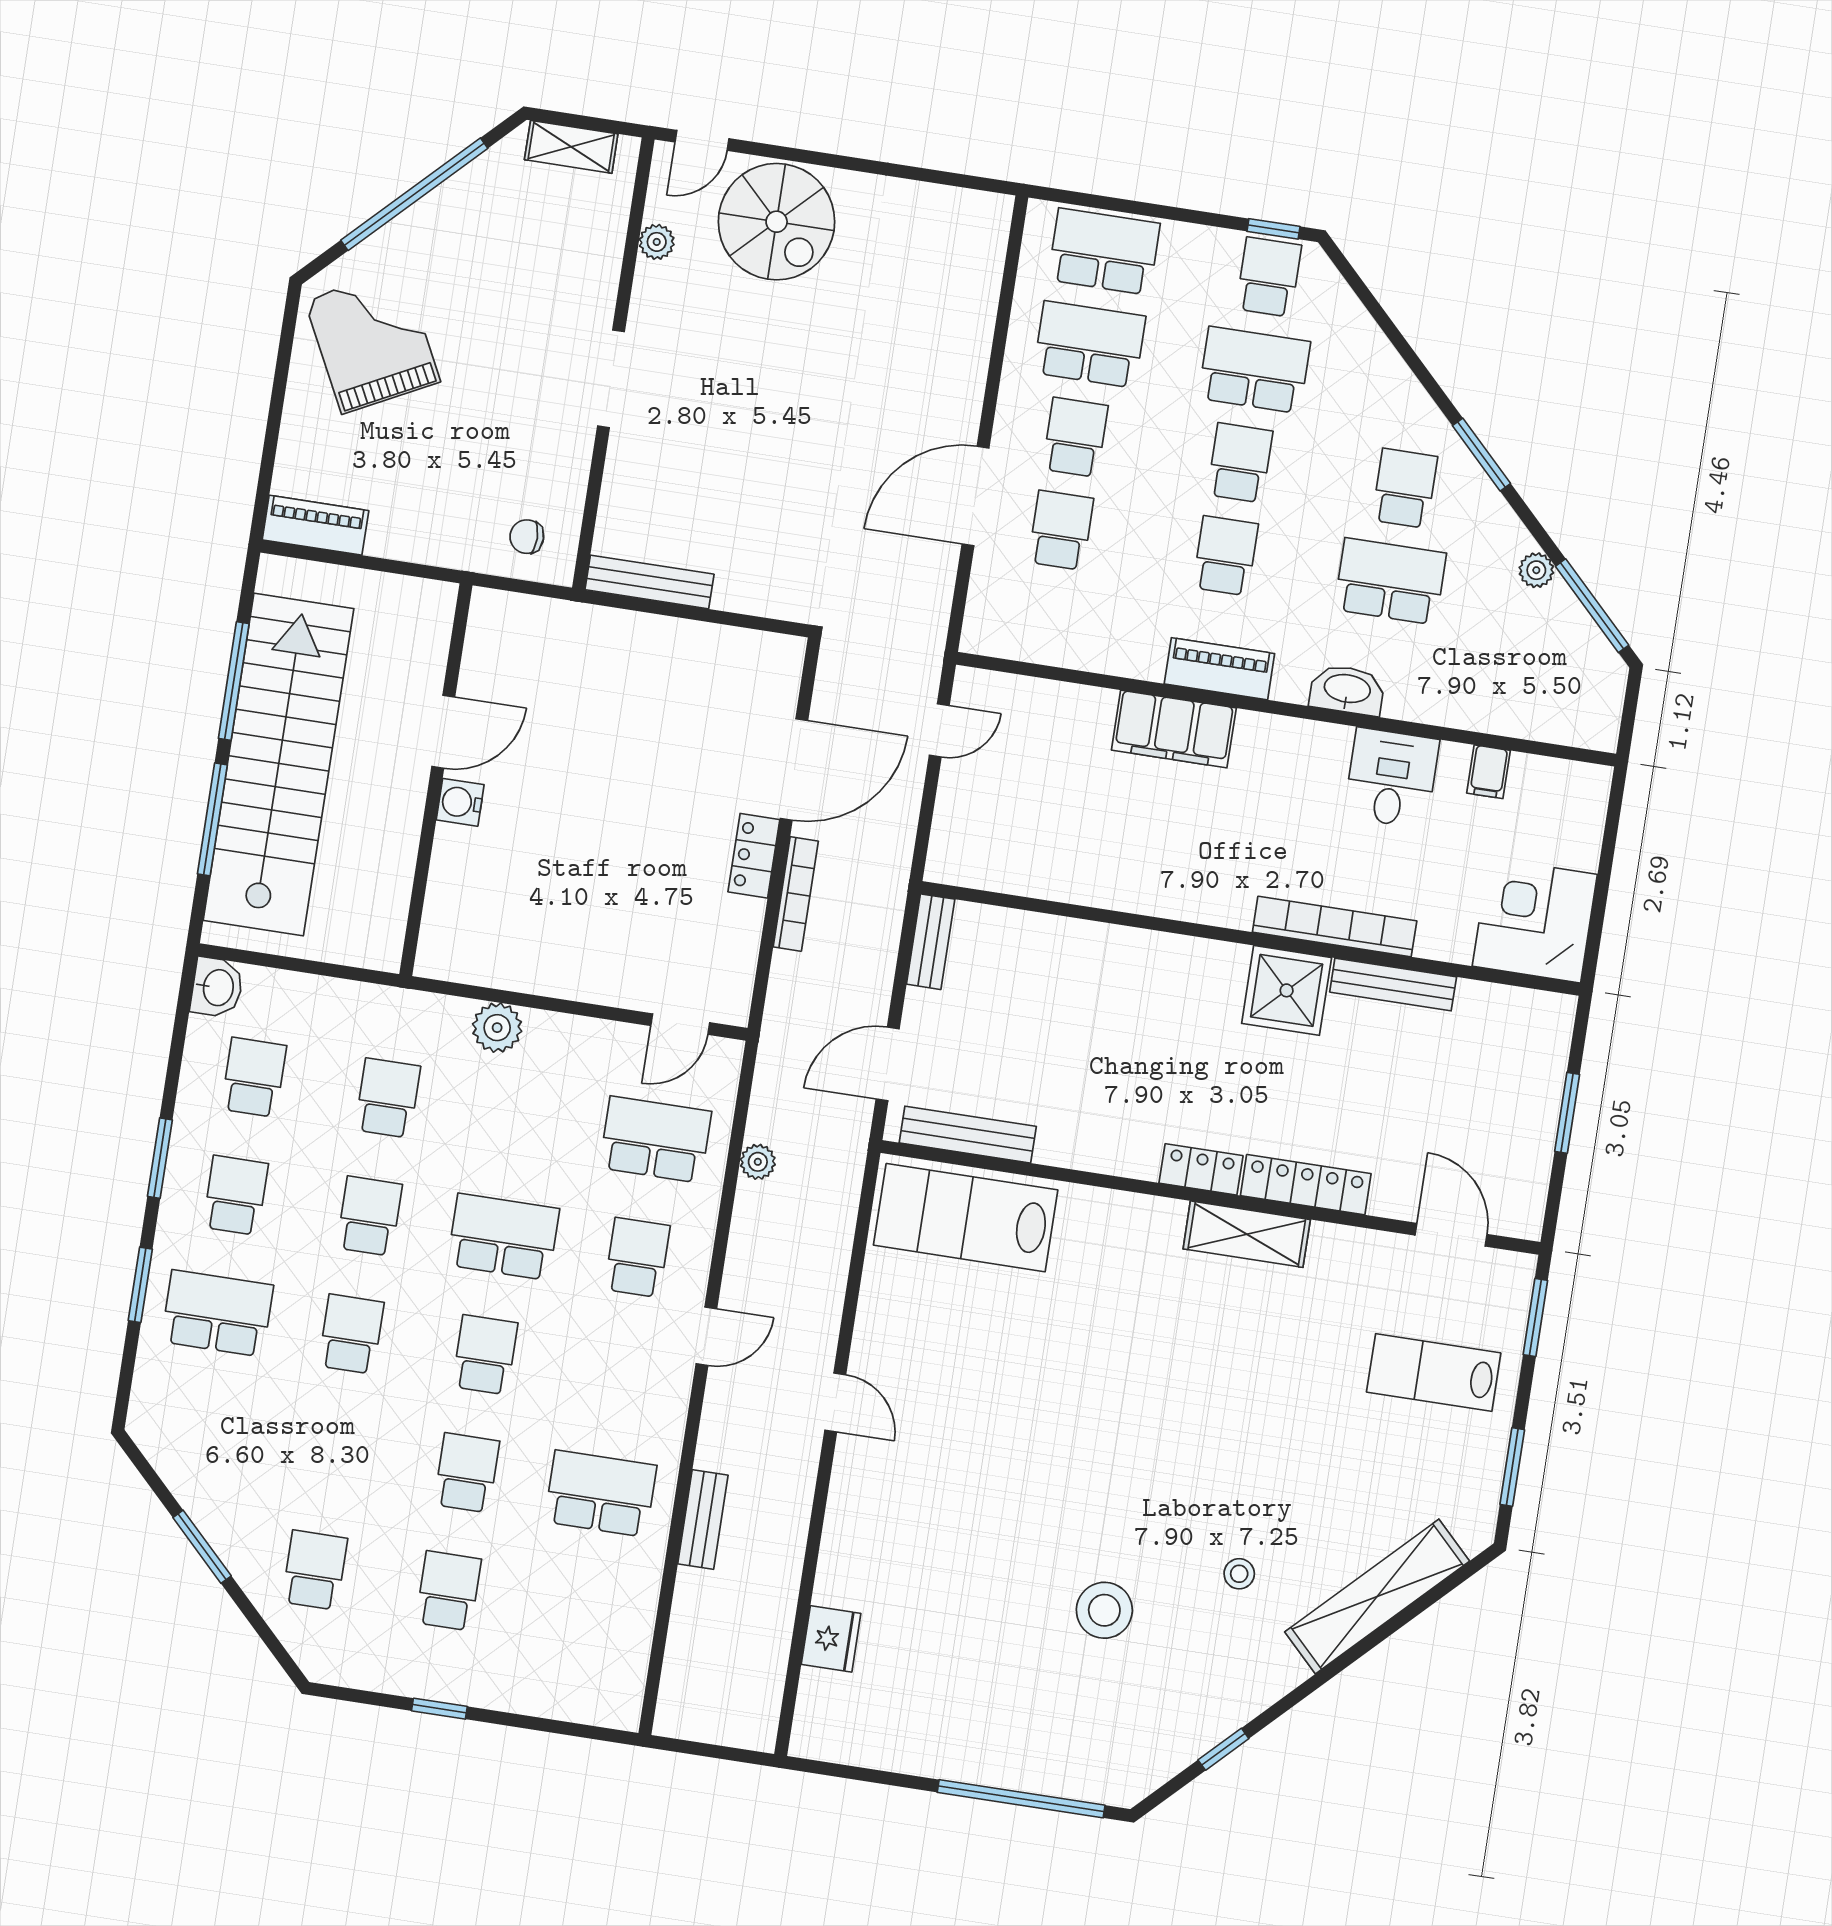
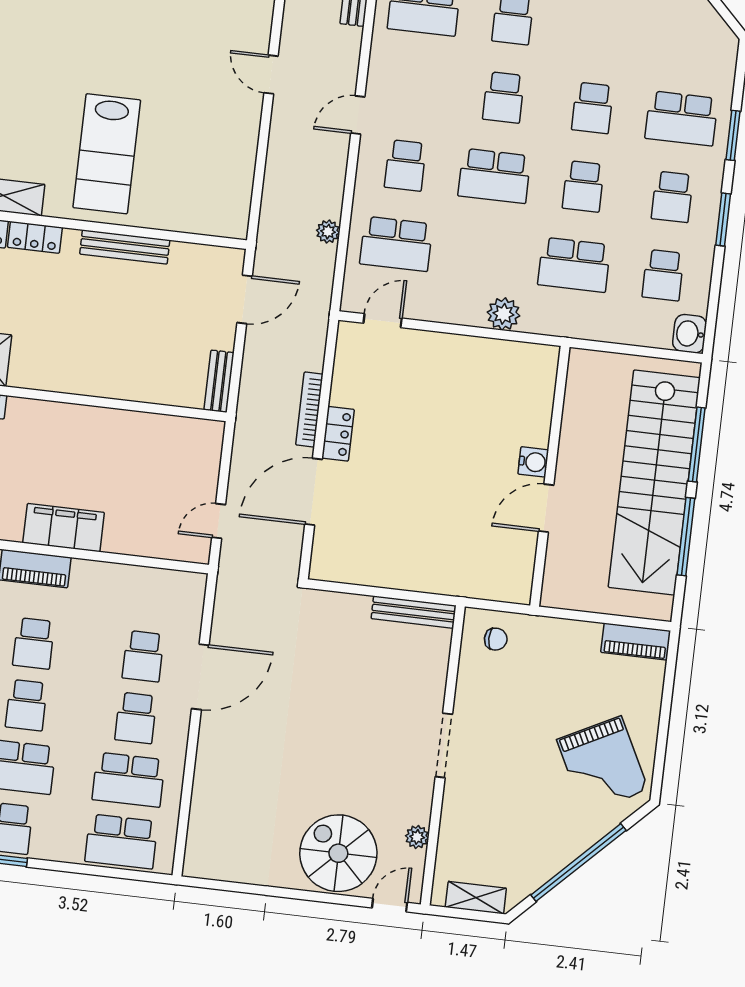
school desk: (388, 1098) -> (574, 265), width x1.85
bench: (968, 1135) -> (125, 247), moved
lab bench: (966, 1218) -> (107, 154), moved, turned 90

